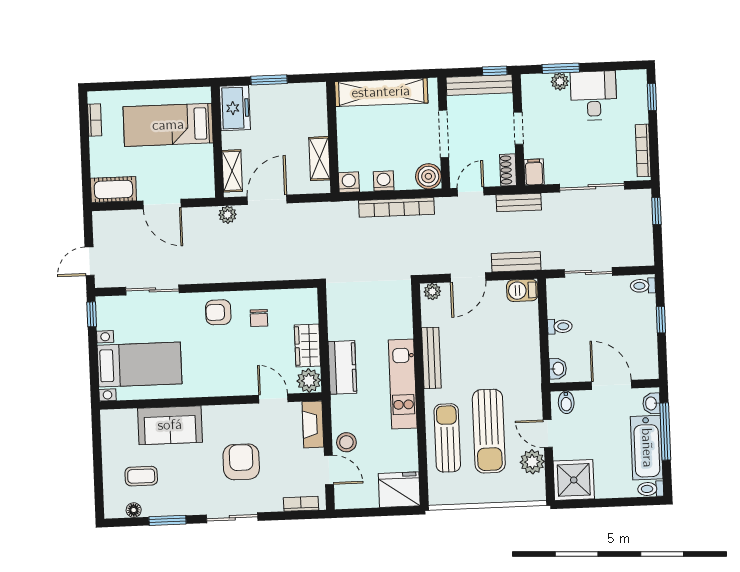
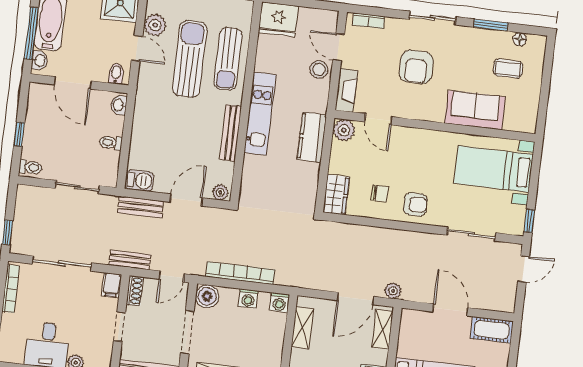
chair: (259, 318) -> (380, 193), turned 90
wardrobe: (307, 346) -> (336, 195), moved

